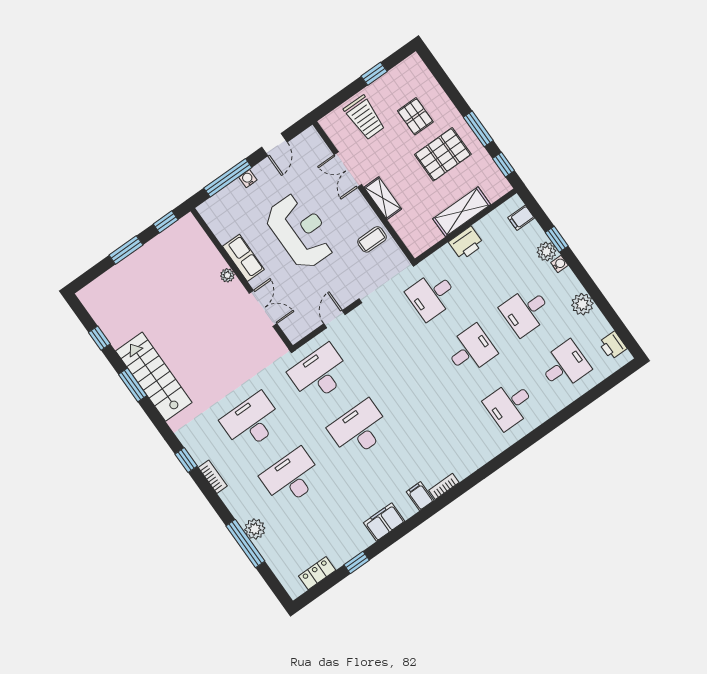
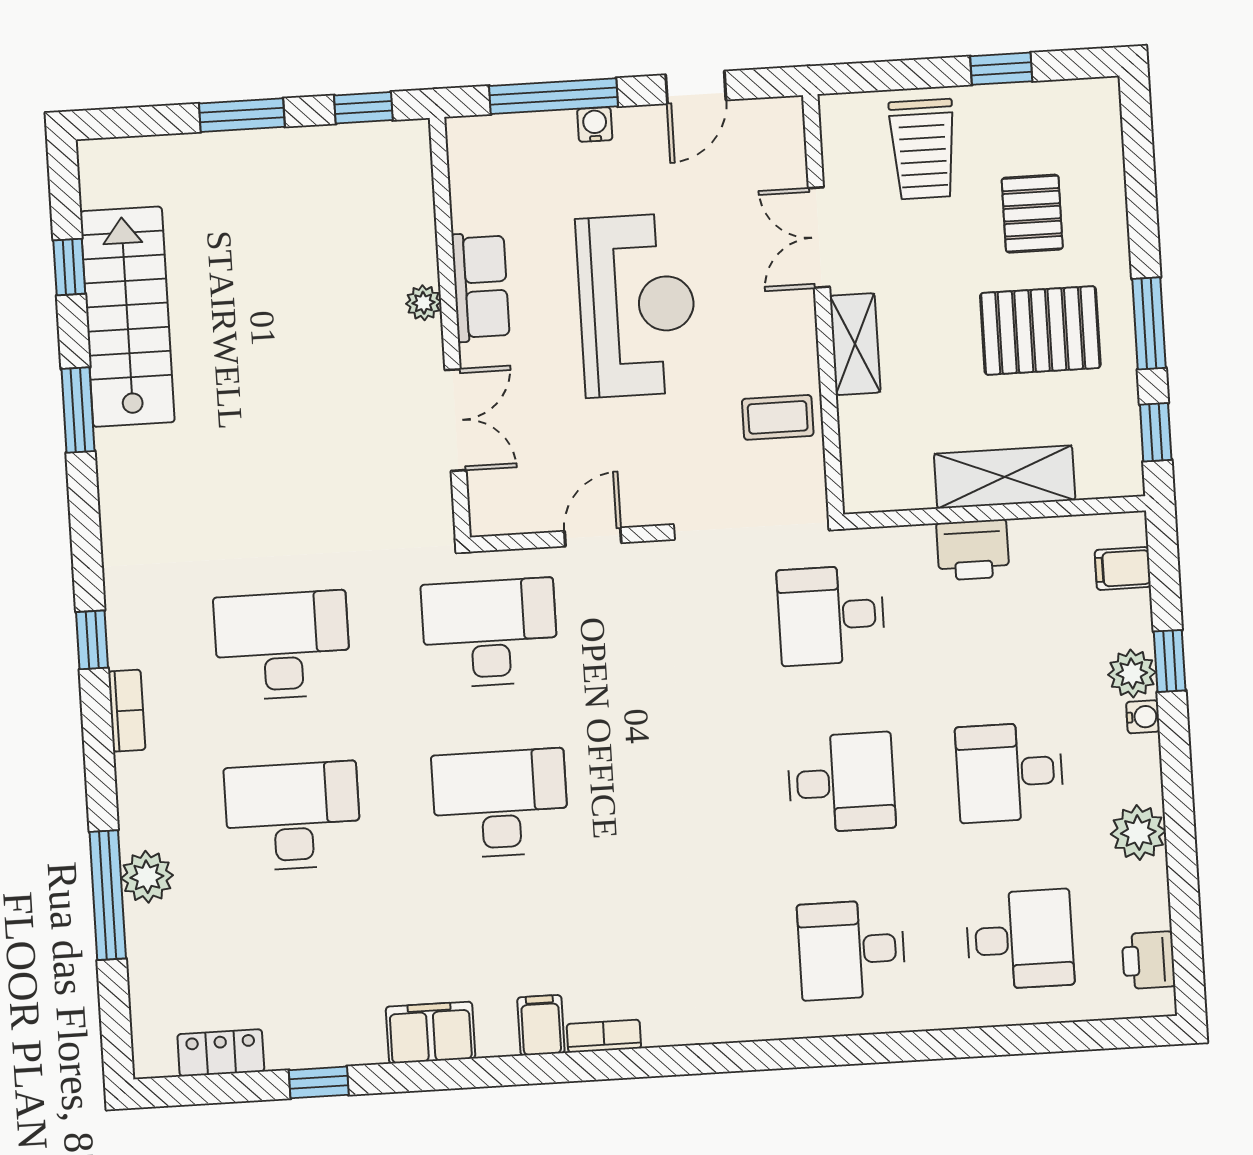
stairs: (154, 377) -> (127, 317), moved

